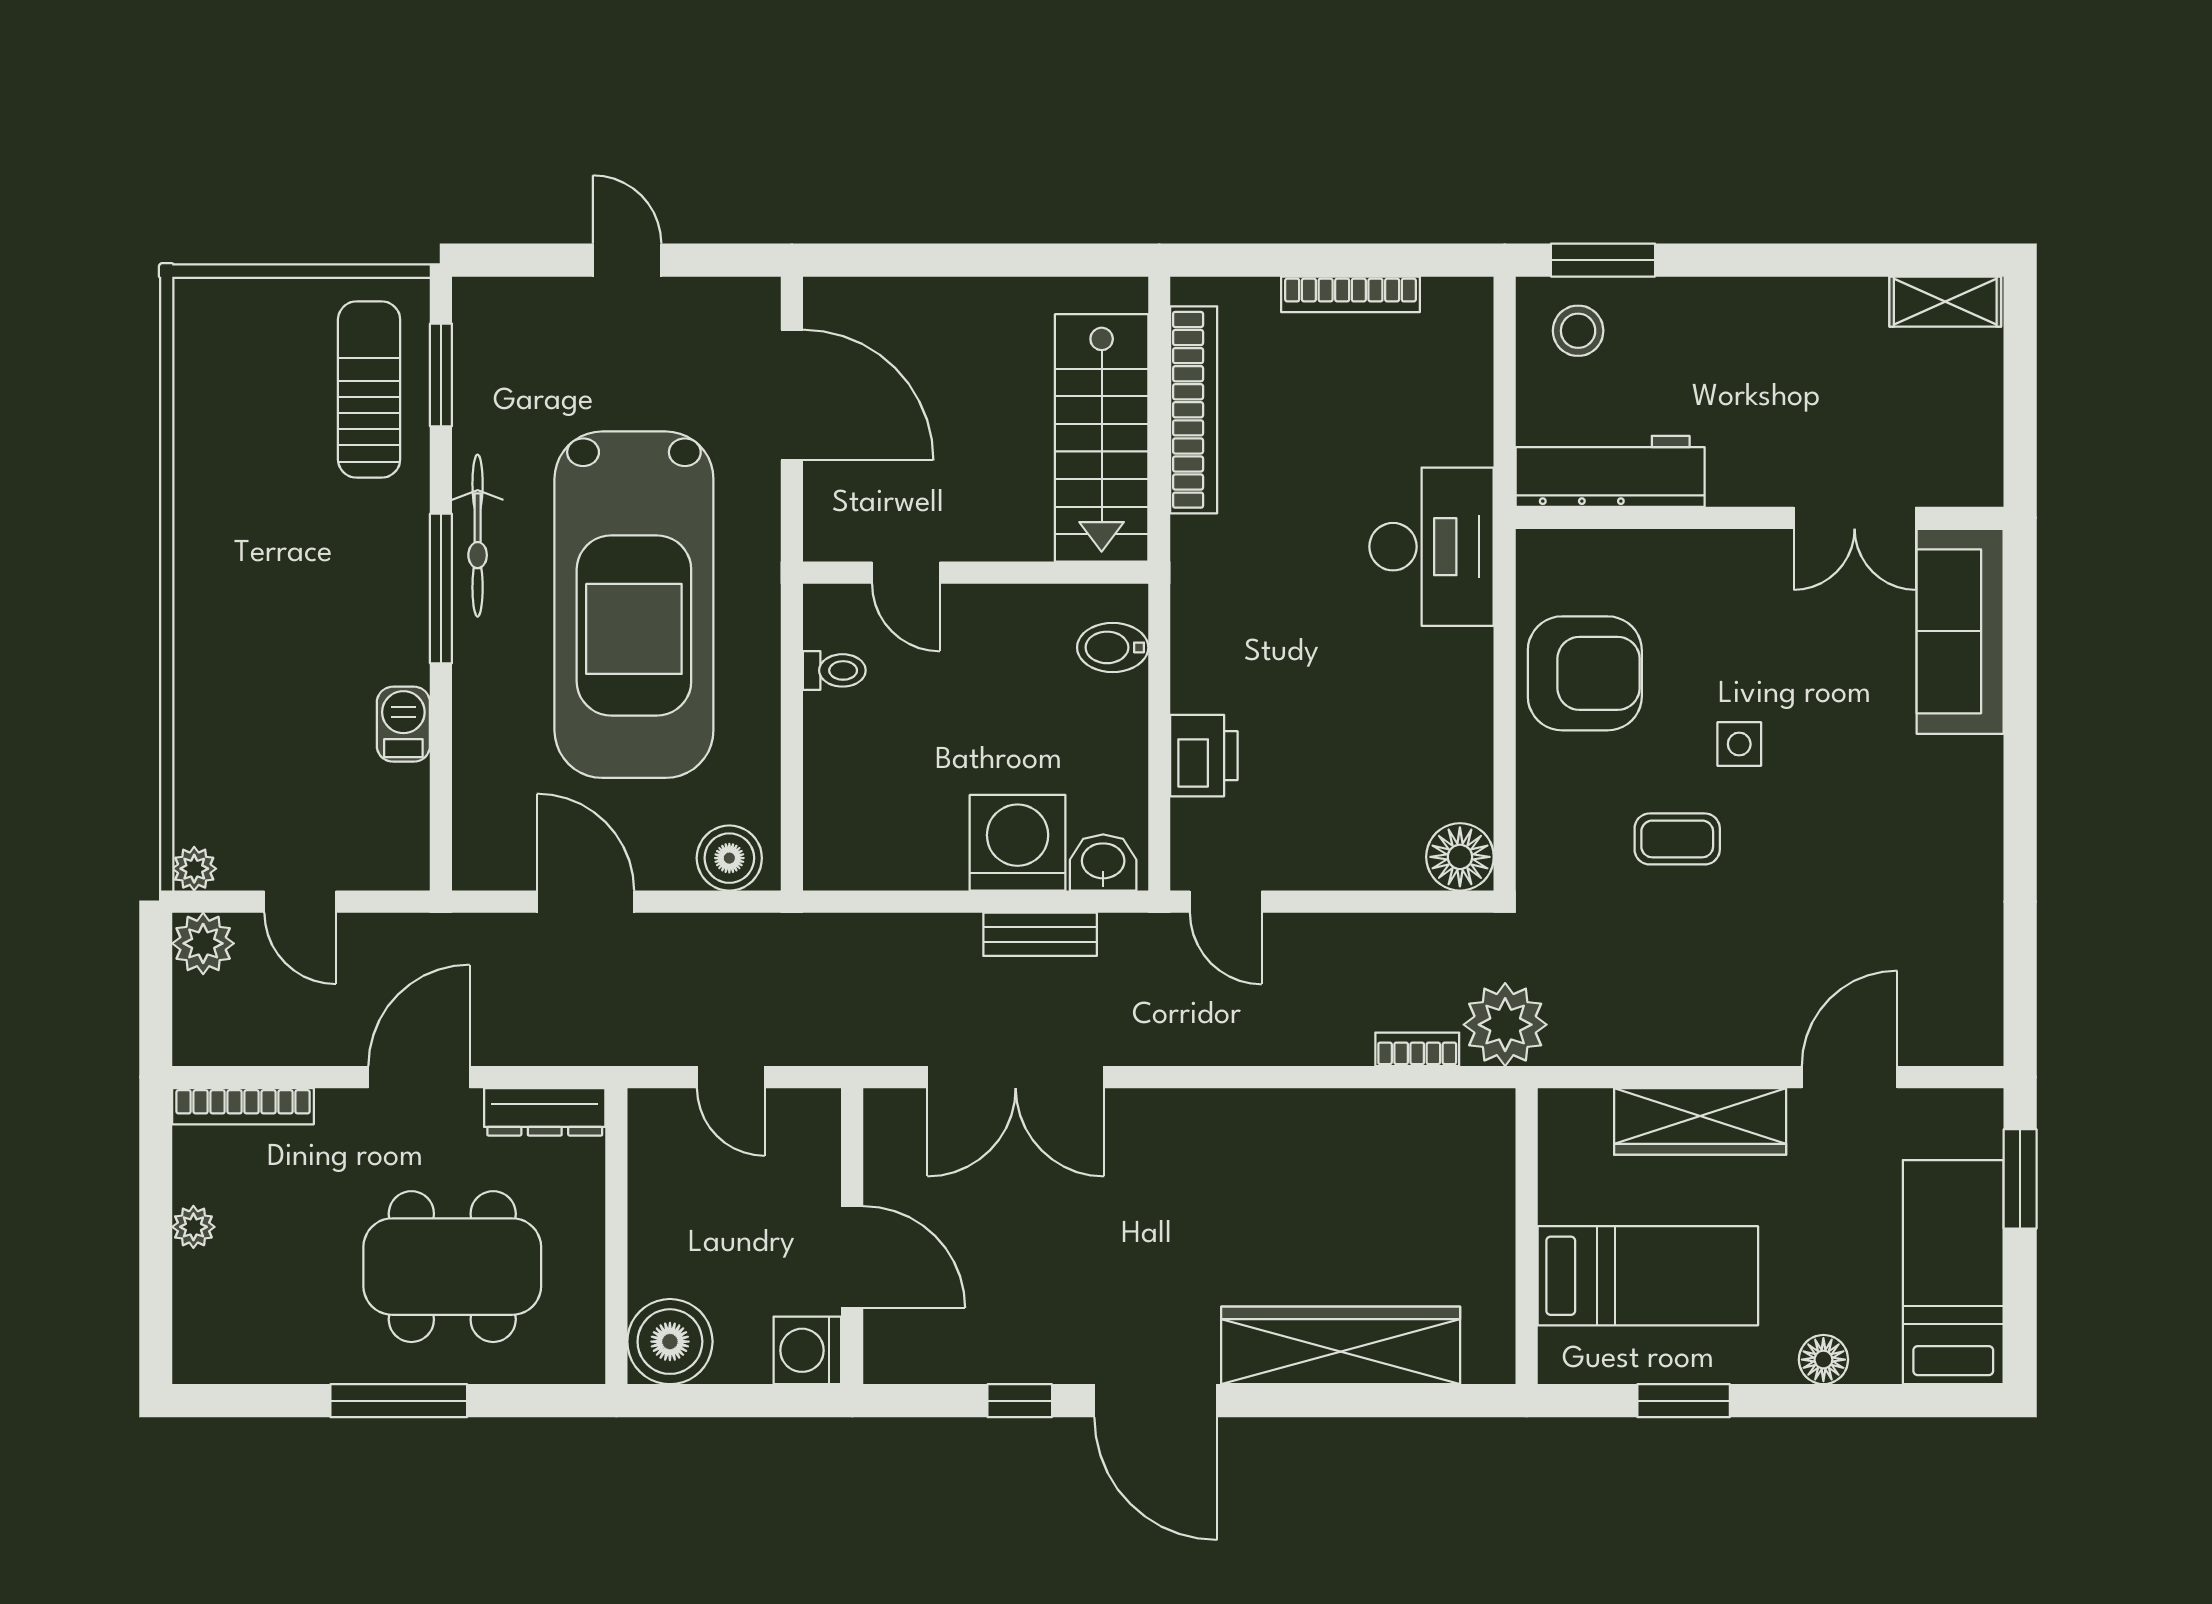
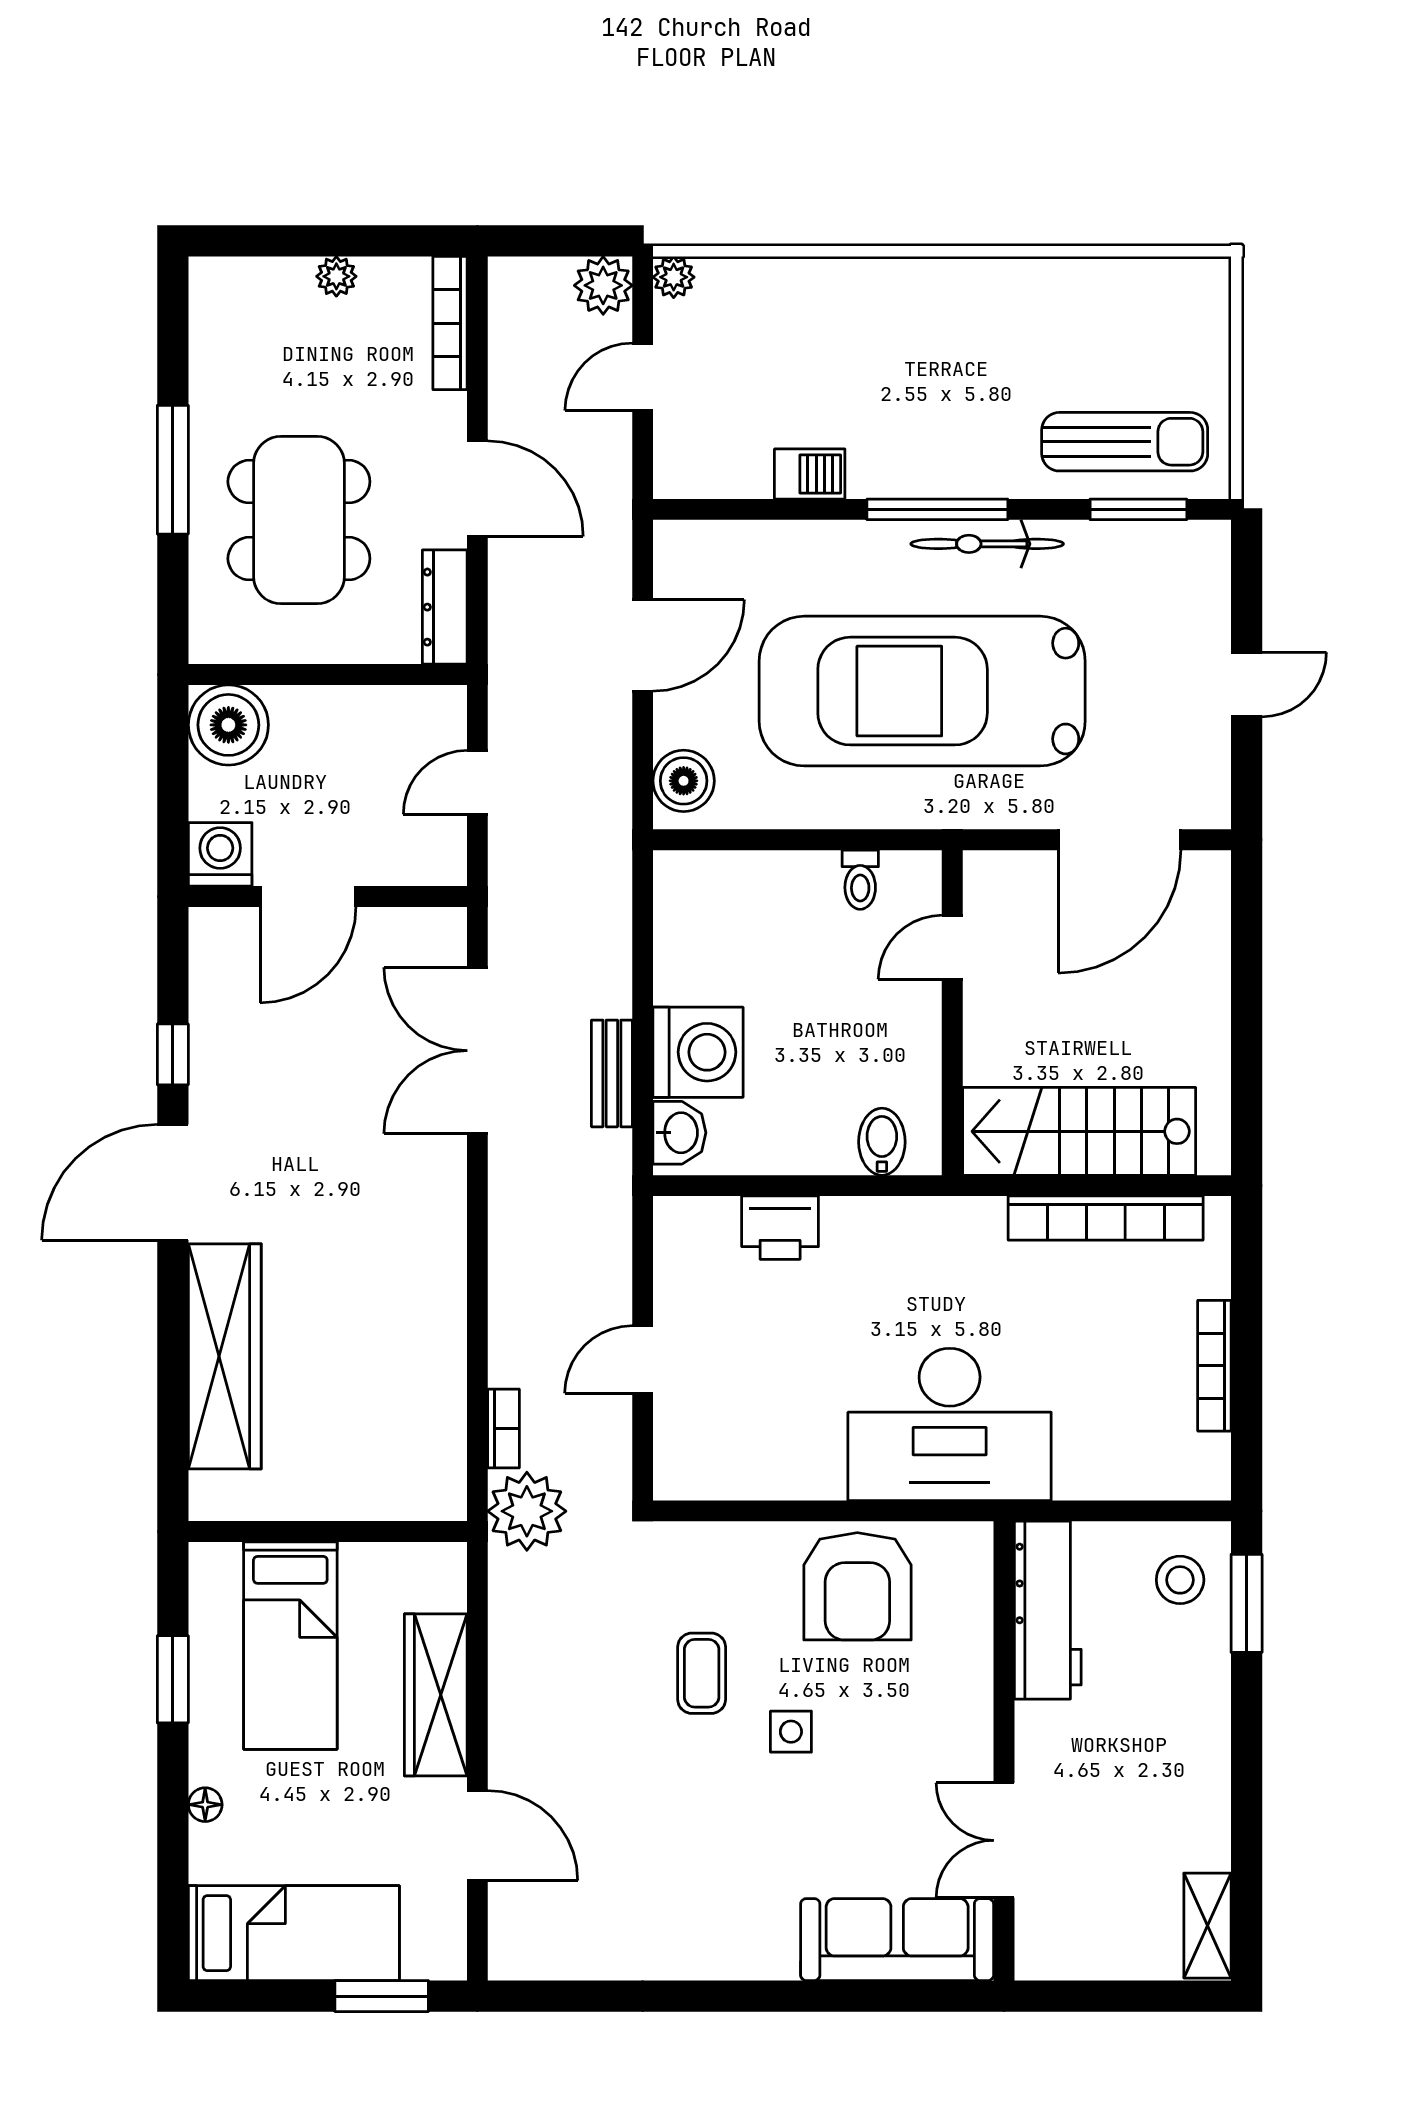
desk: (1432, 547) -> (950, 1424), width x1.36, depth x1.30
floor lamp: (1460, 857) -> (685, 1469), removed
door: (1226, 902) -> (643, 1359), moved
floor lamp: (1823, 1360) -> (205, 1805), width x0.73, depth x0.73

